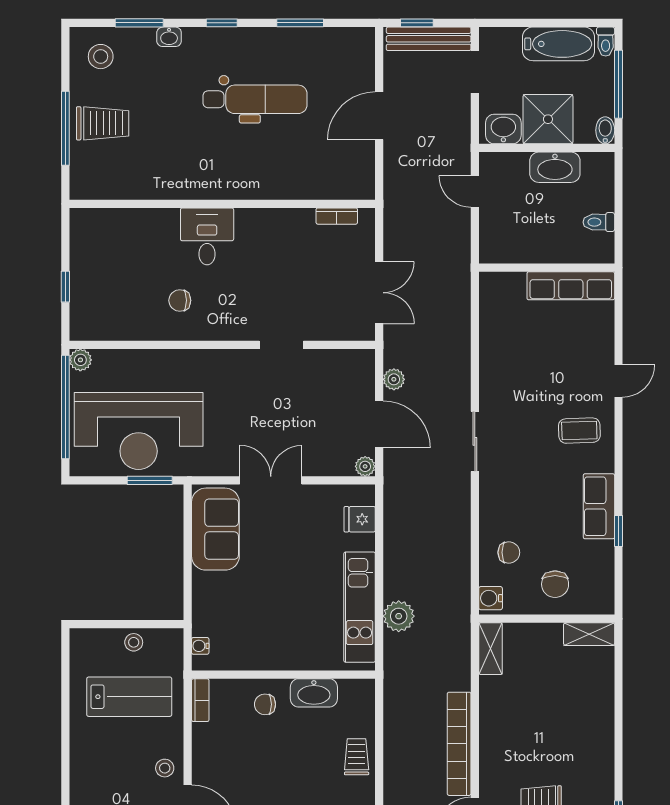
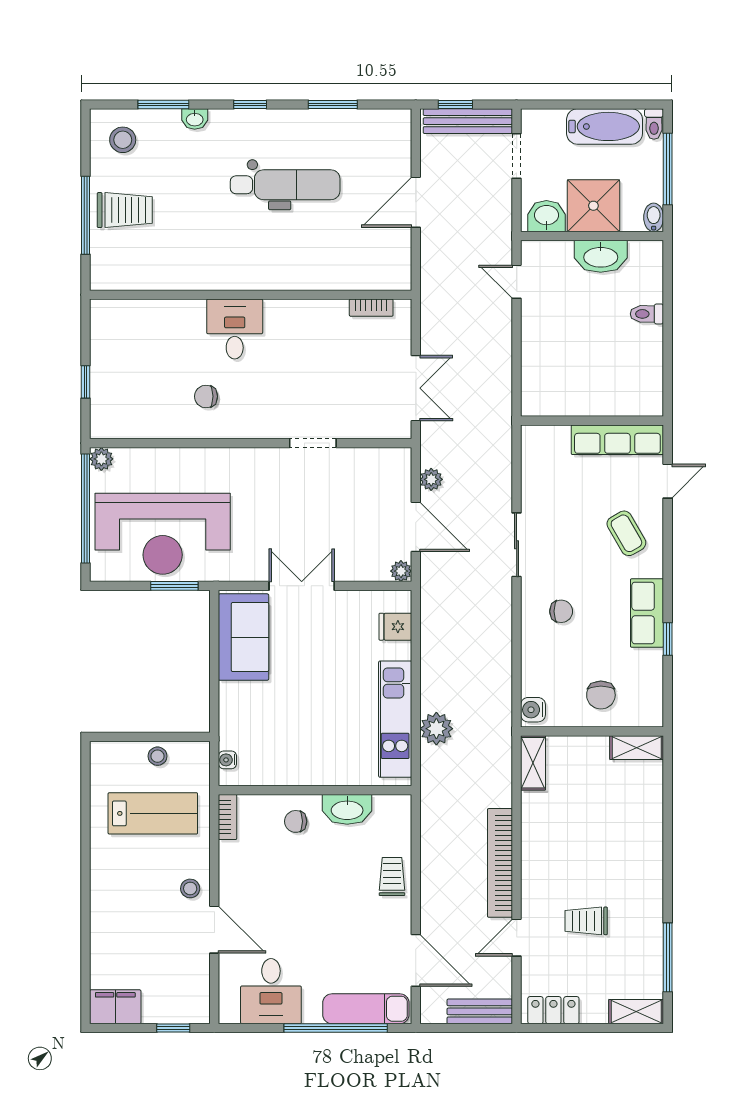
wall: (547, 268) -> (592, 421), moved
row of seats: (571, 286) -> (617, 440), moved
coffee table: (579, 431) -> (626, 533), turned 62
chair: (509, 552) -> (561, 611), moved

